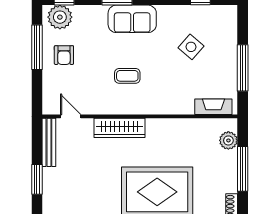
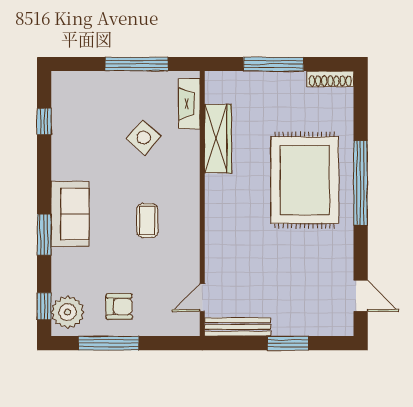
side table: (191, 47) -> (144, 137), moved
wardrobe: (120, 128) -> (218, 139), moved
plant: (228, 140) -> (235, 83), removed

